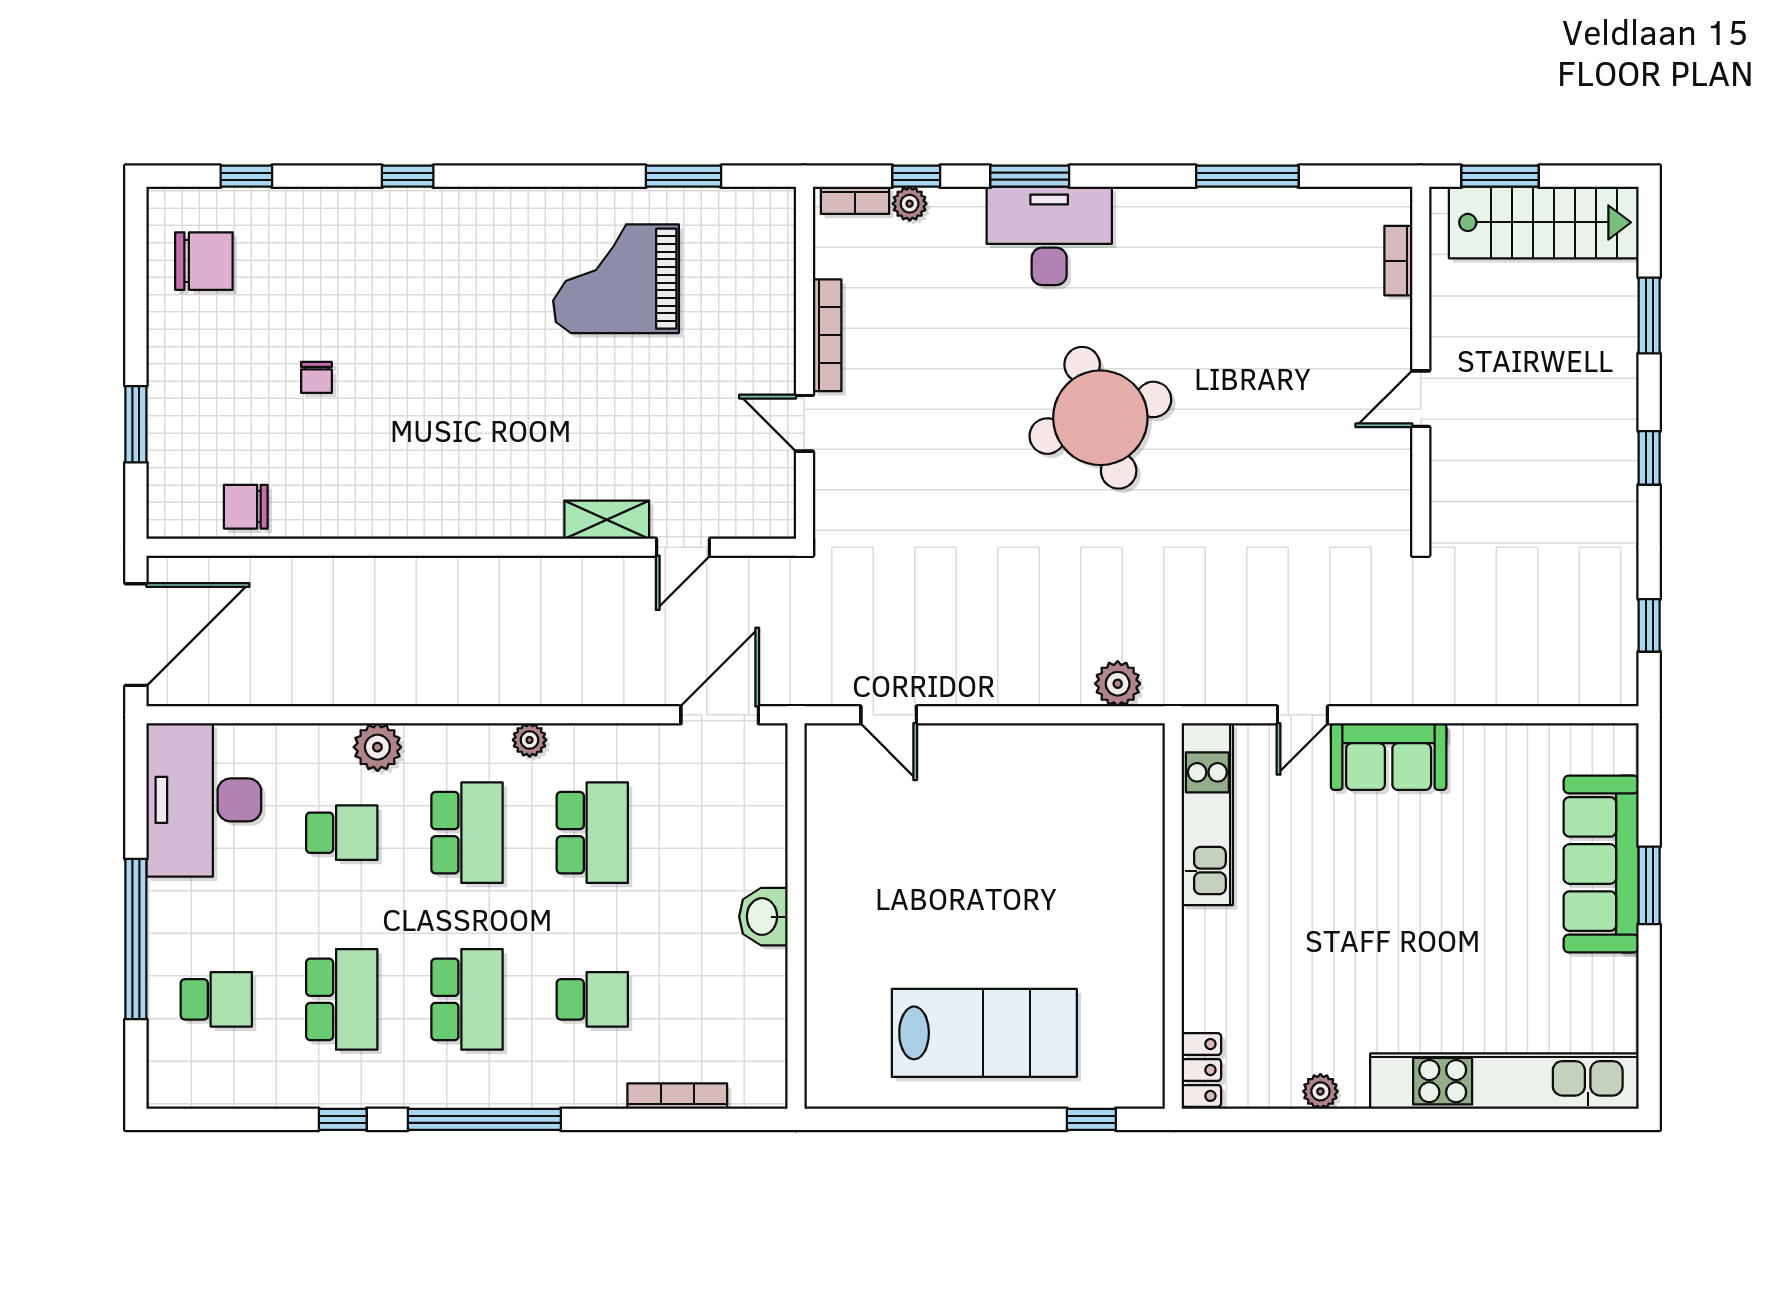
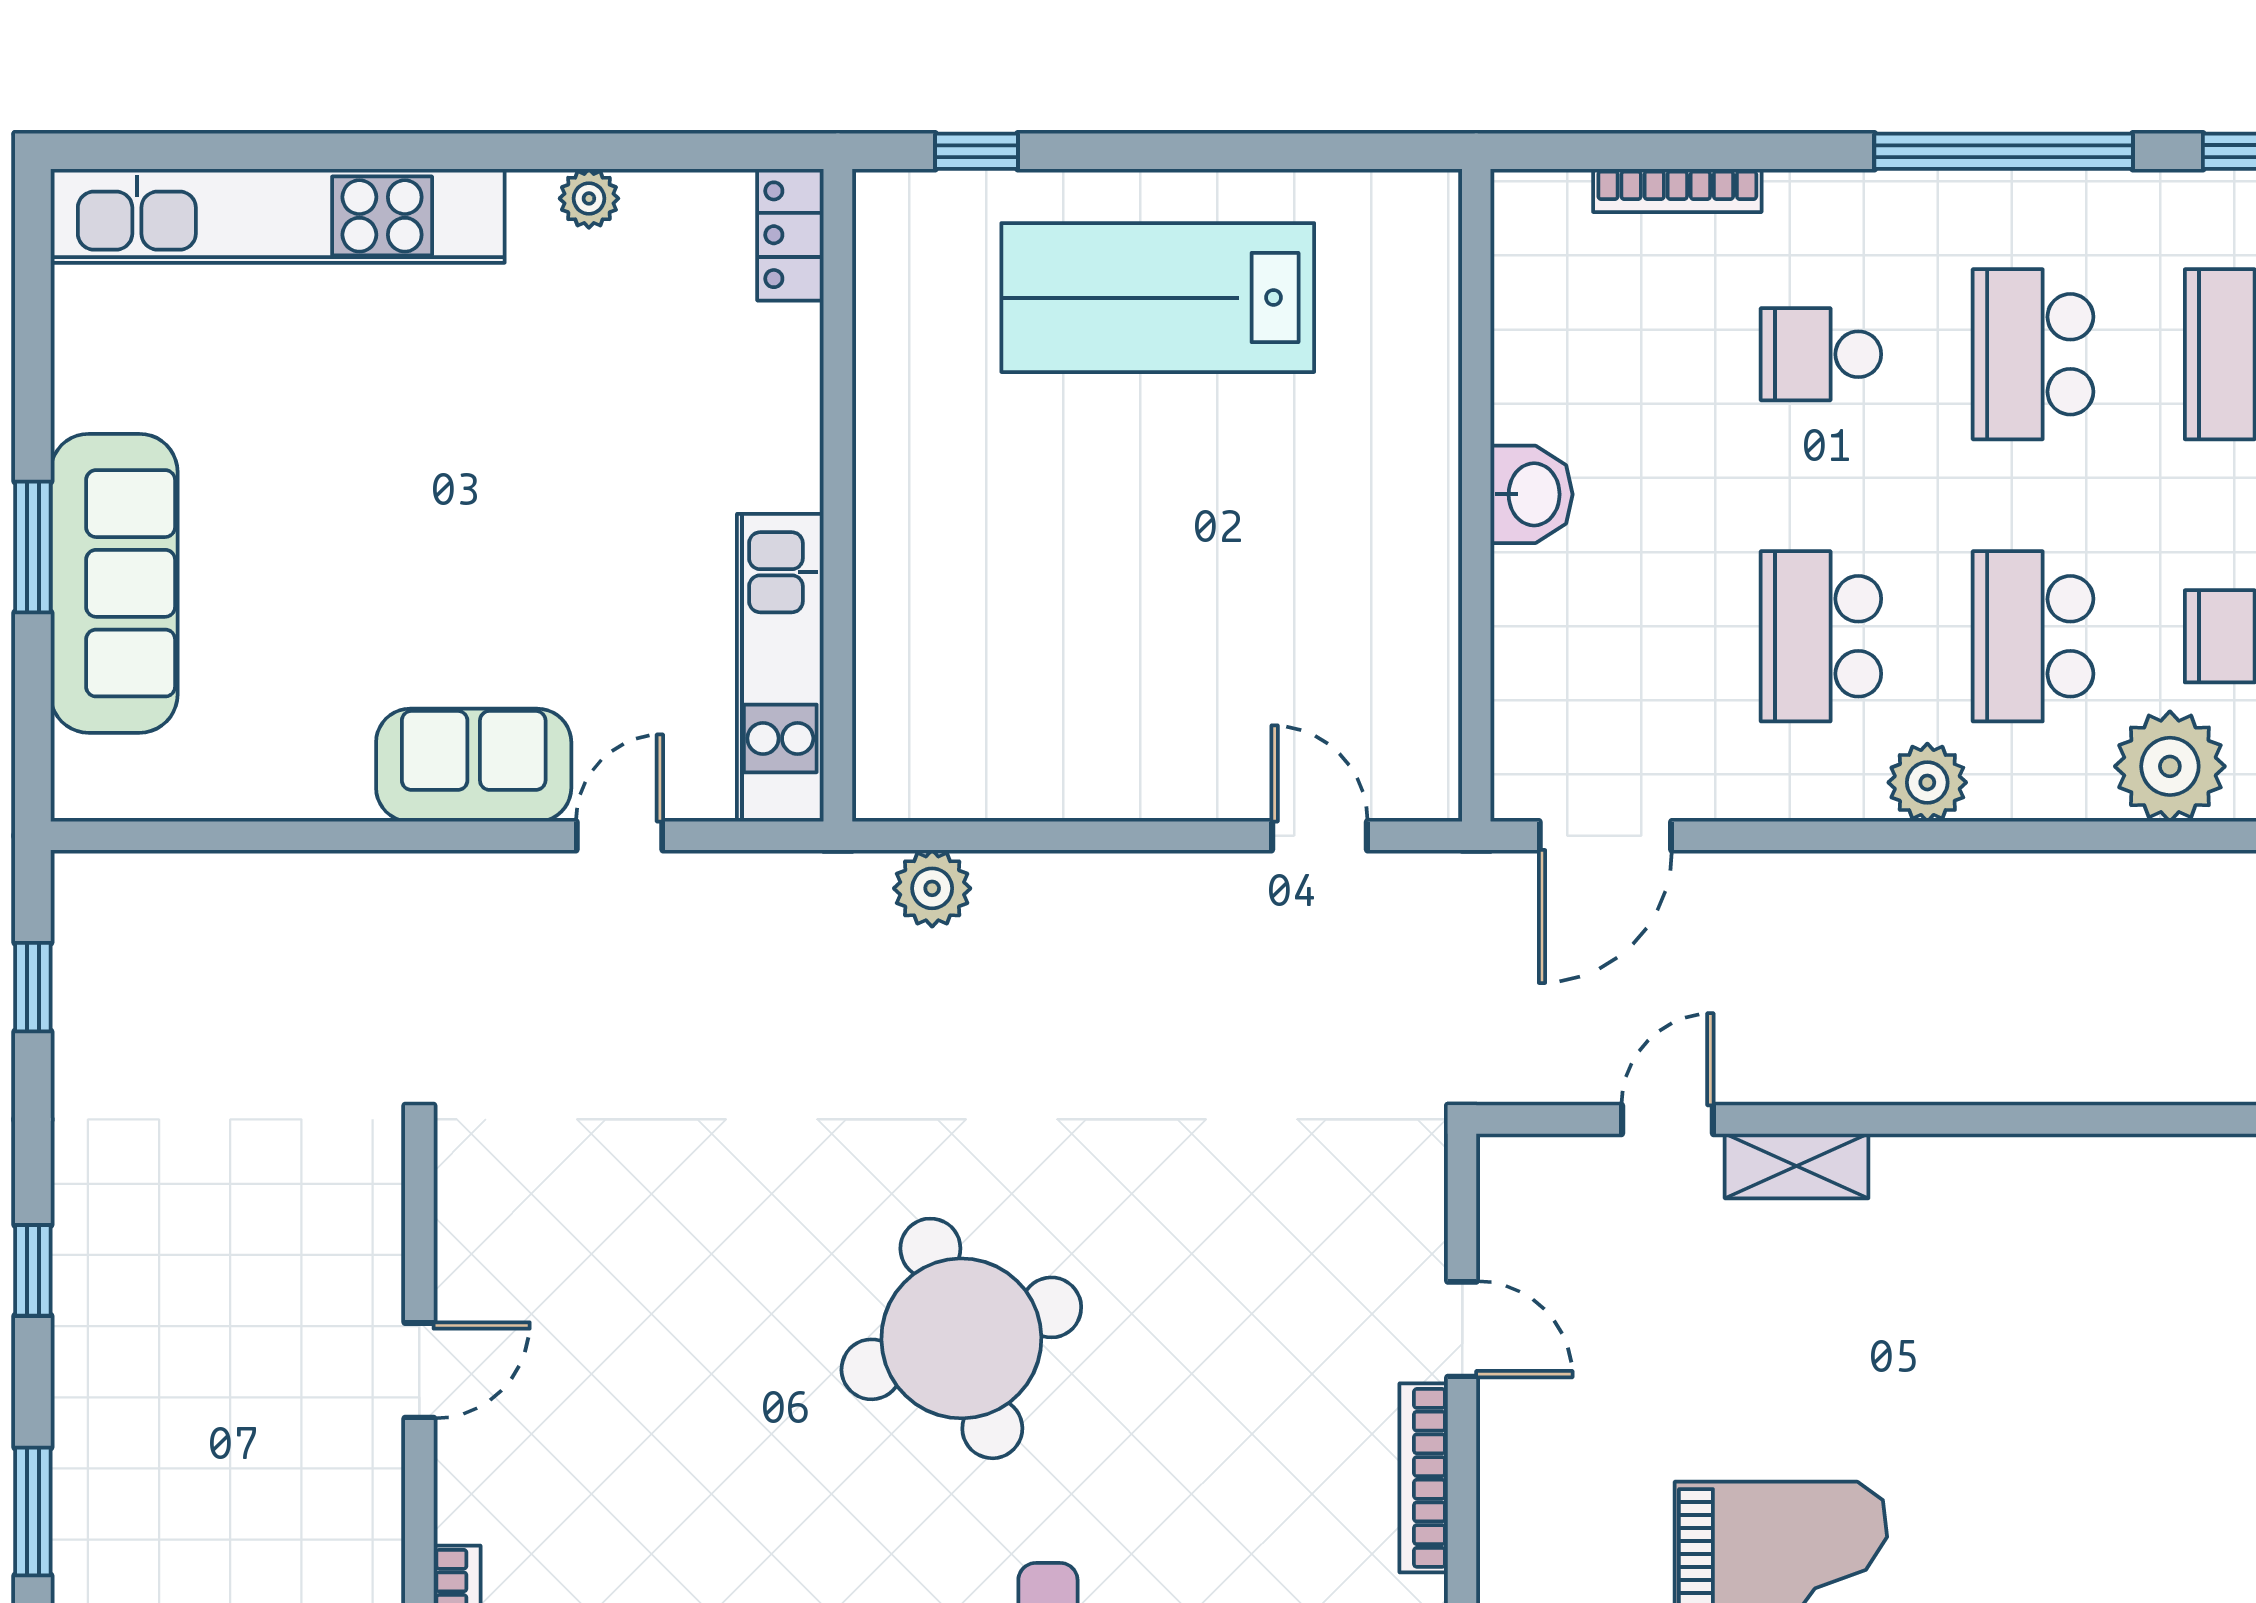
plant: (530, 740) -> (1927, 782), width x1.38, depth x1.38
plant: (377, 747) -> (2170, 766), width x1.36, depth x1.36

